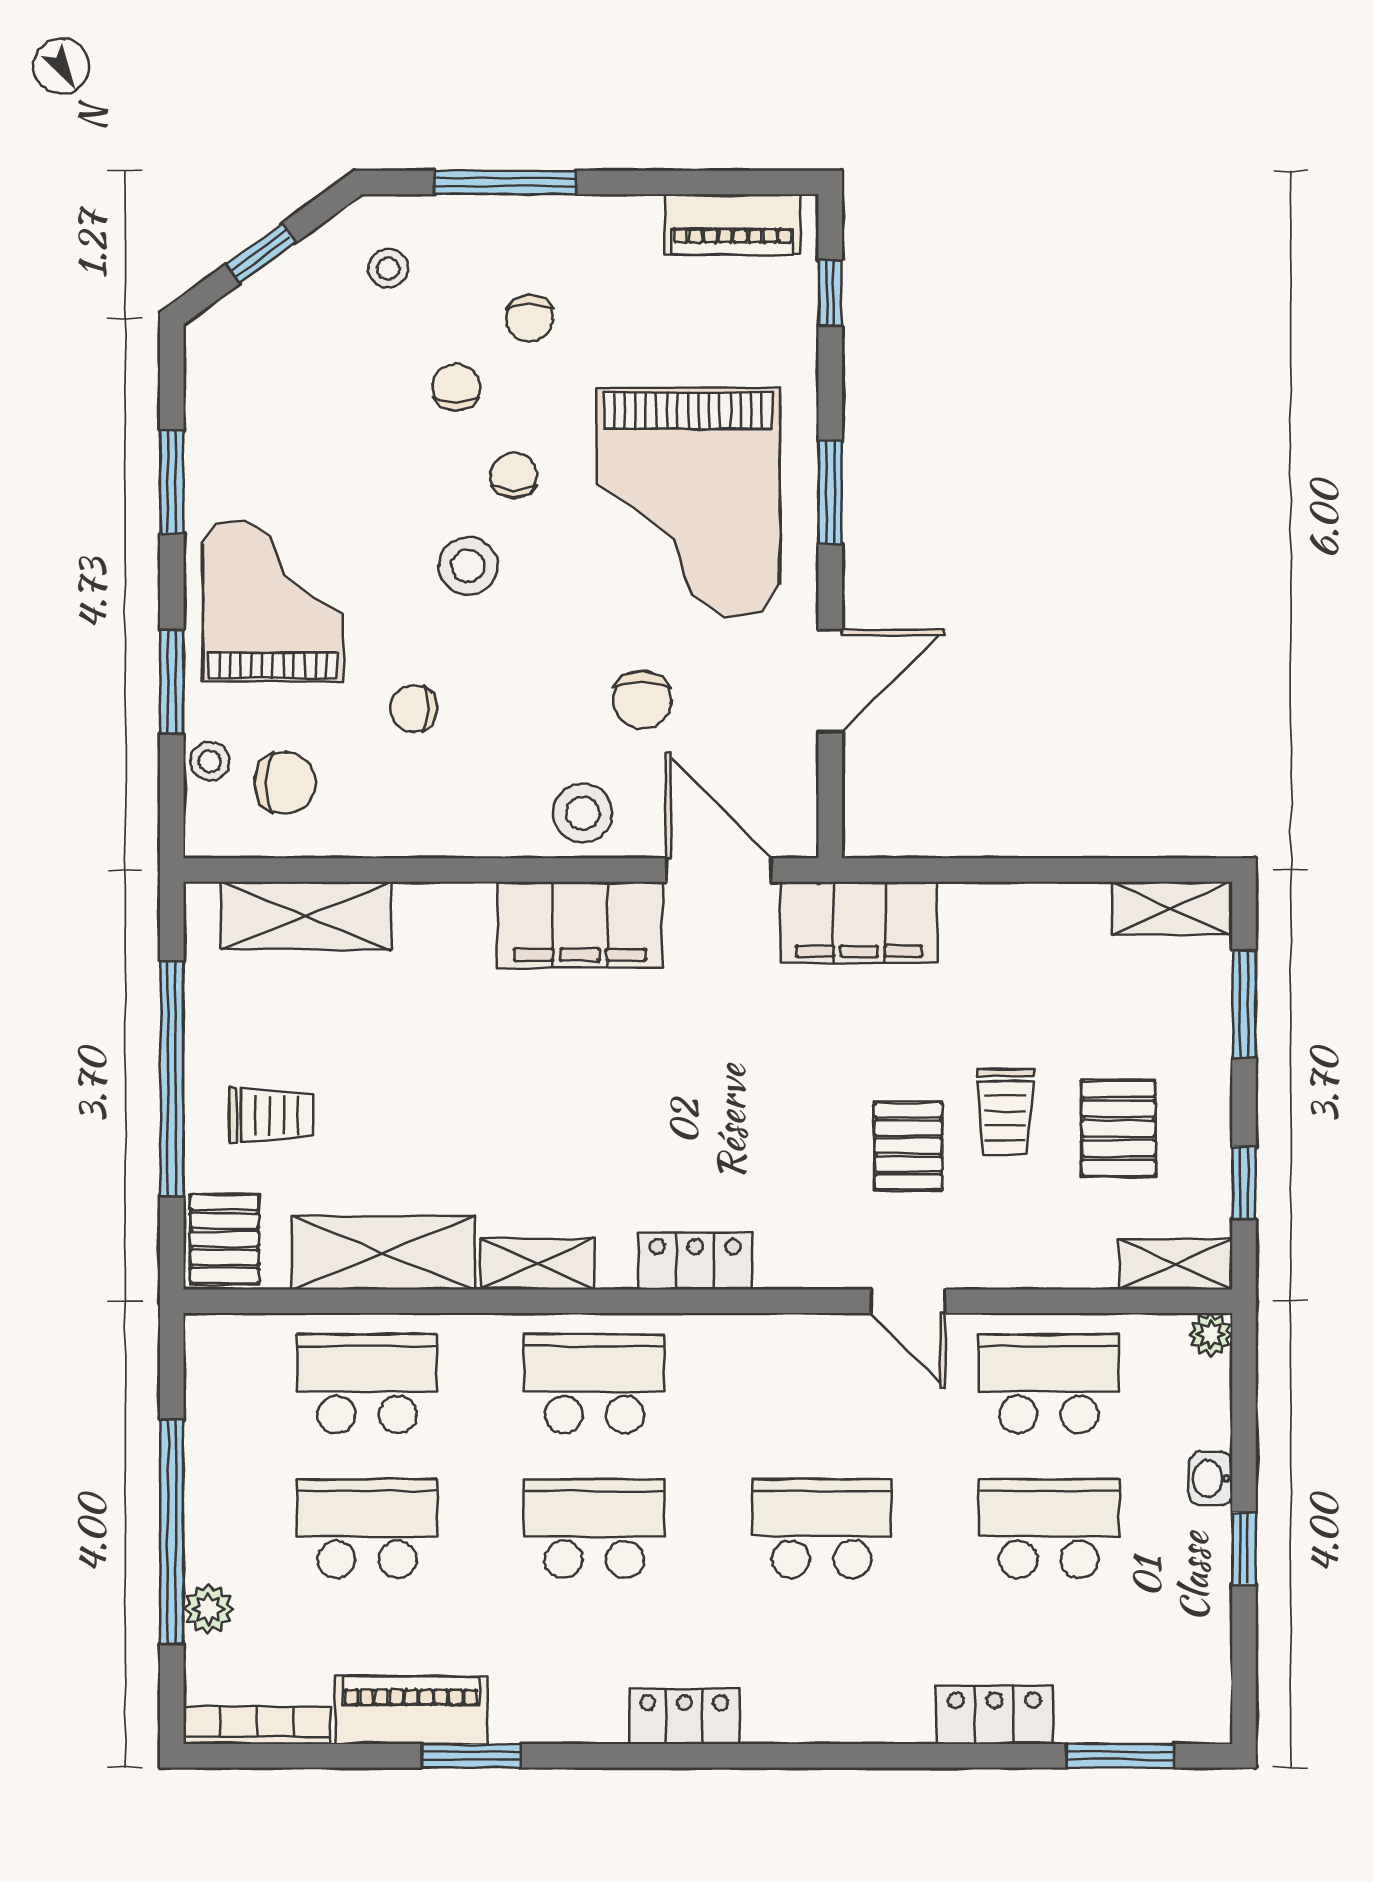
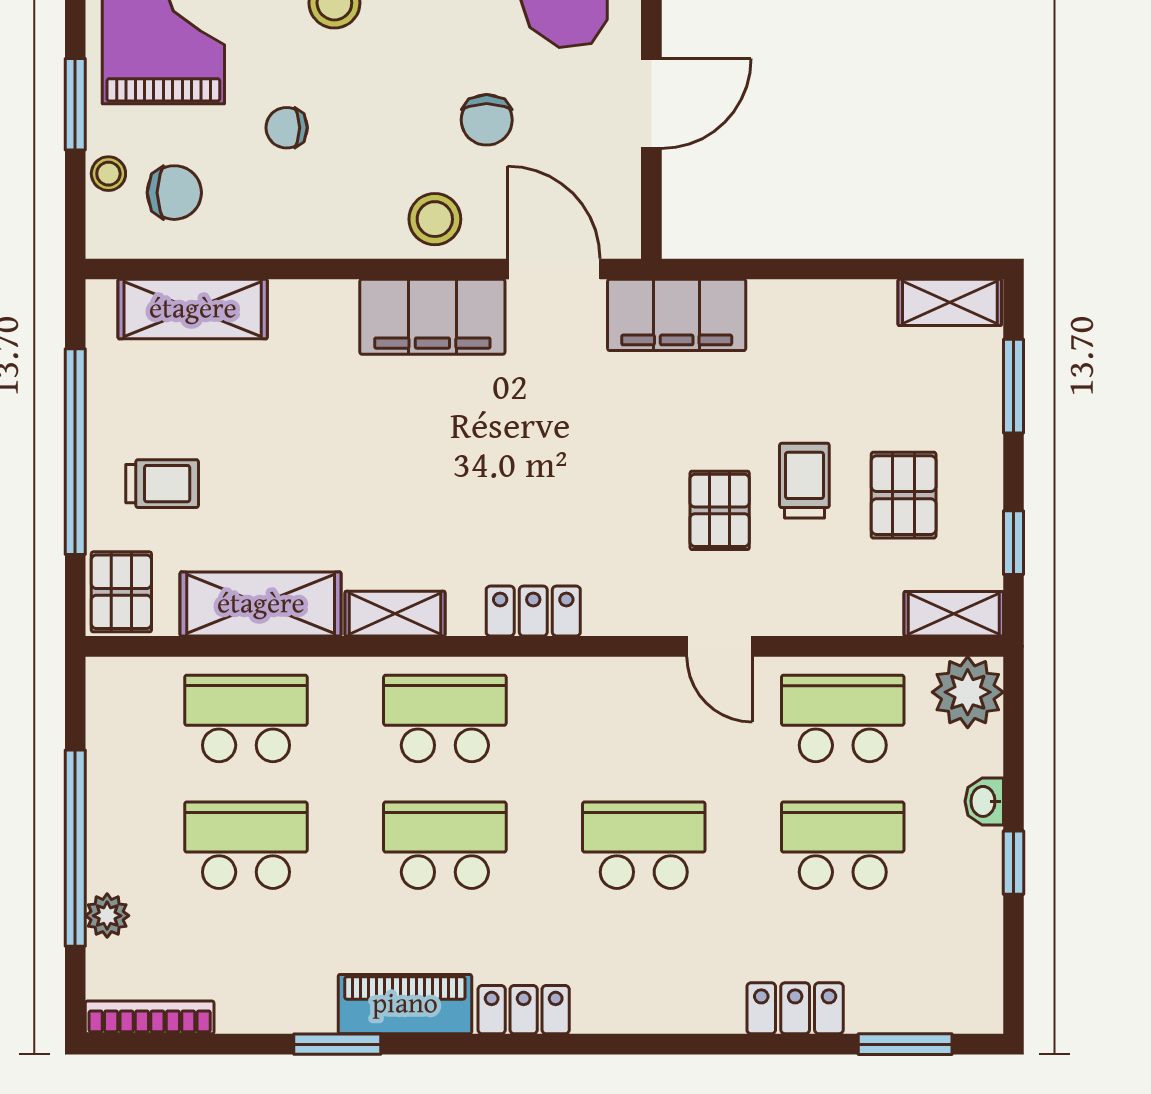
trolley: (1005, 1112) -> (804, 481), turned 180
plant: (1211, 1335) -> (968, 692), width x1.87, depth x1.87
piano: (411, 1710) -> (405, 1004), moved

